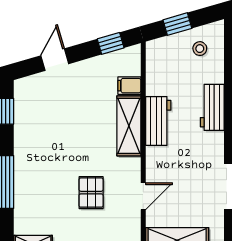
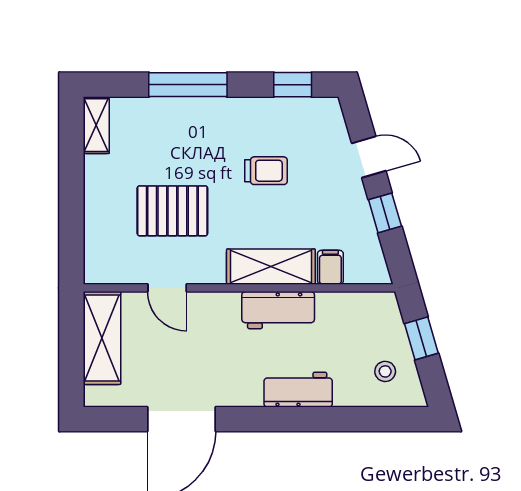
window: (111, 43) -> (385, 213), moved
trolley: (64, 129) -> (266, 171), added
pallet: (91, 193) -> (172, 211), width x1.50, depth x1.42

